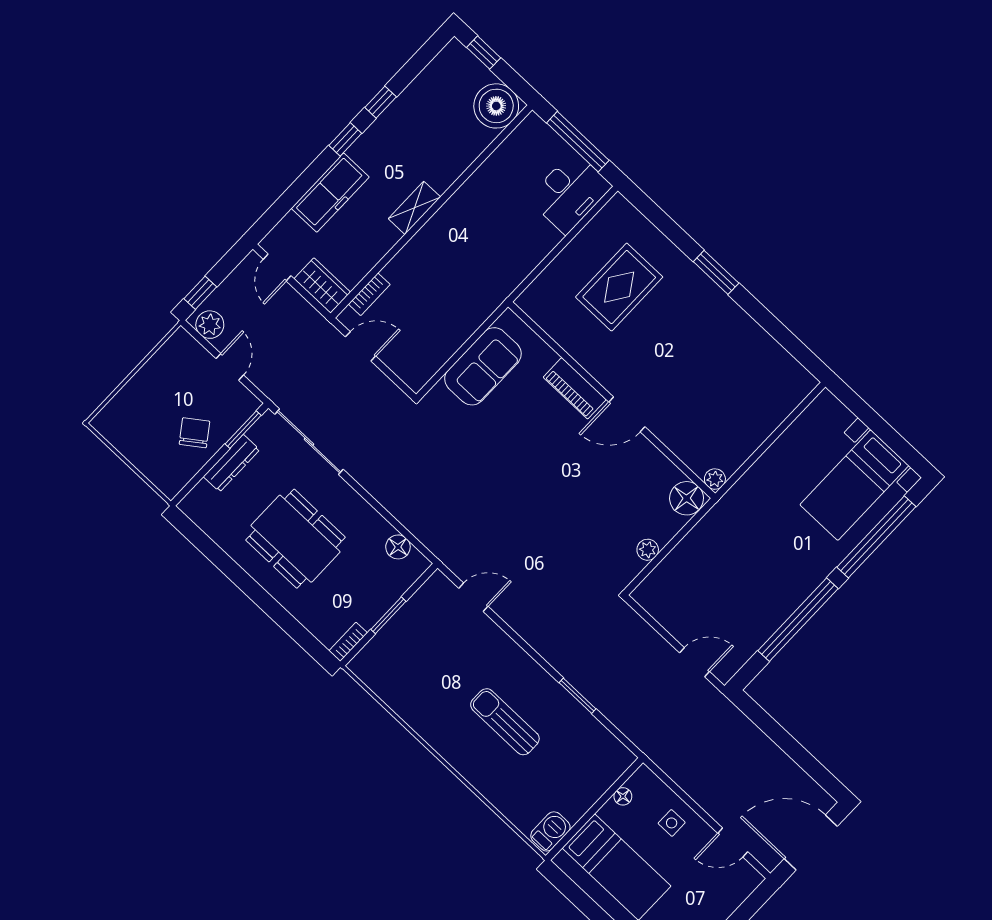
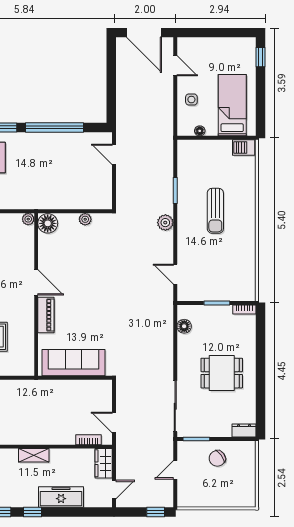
plant: (210, 325) -> (165, 223), moved
sofa: (483, 366) -> (73, 363), width x1.36
dresser: (231, 463) -> (244, 430), moved, width x0.70
dining table: (295, 539) -> (222, 373), width x0.73

